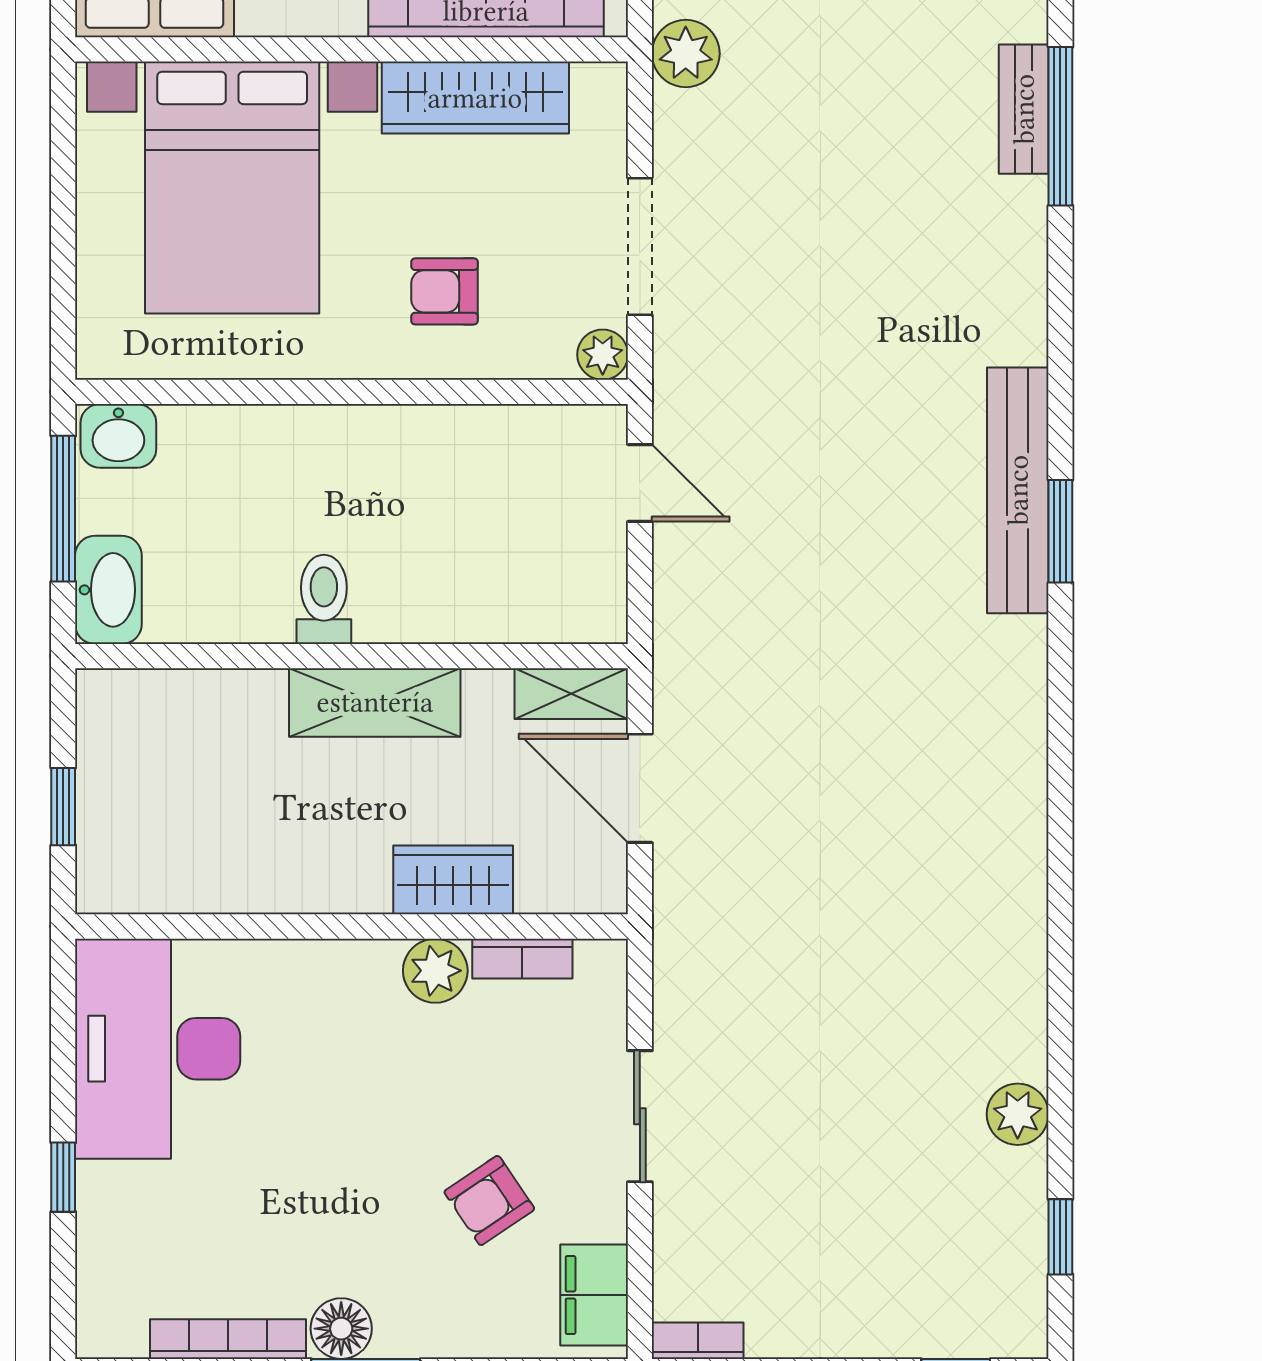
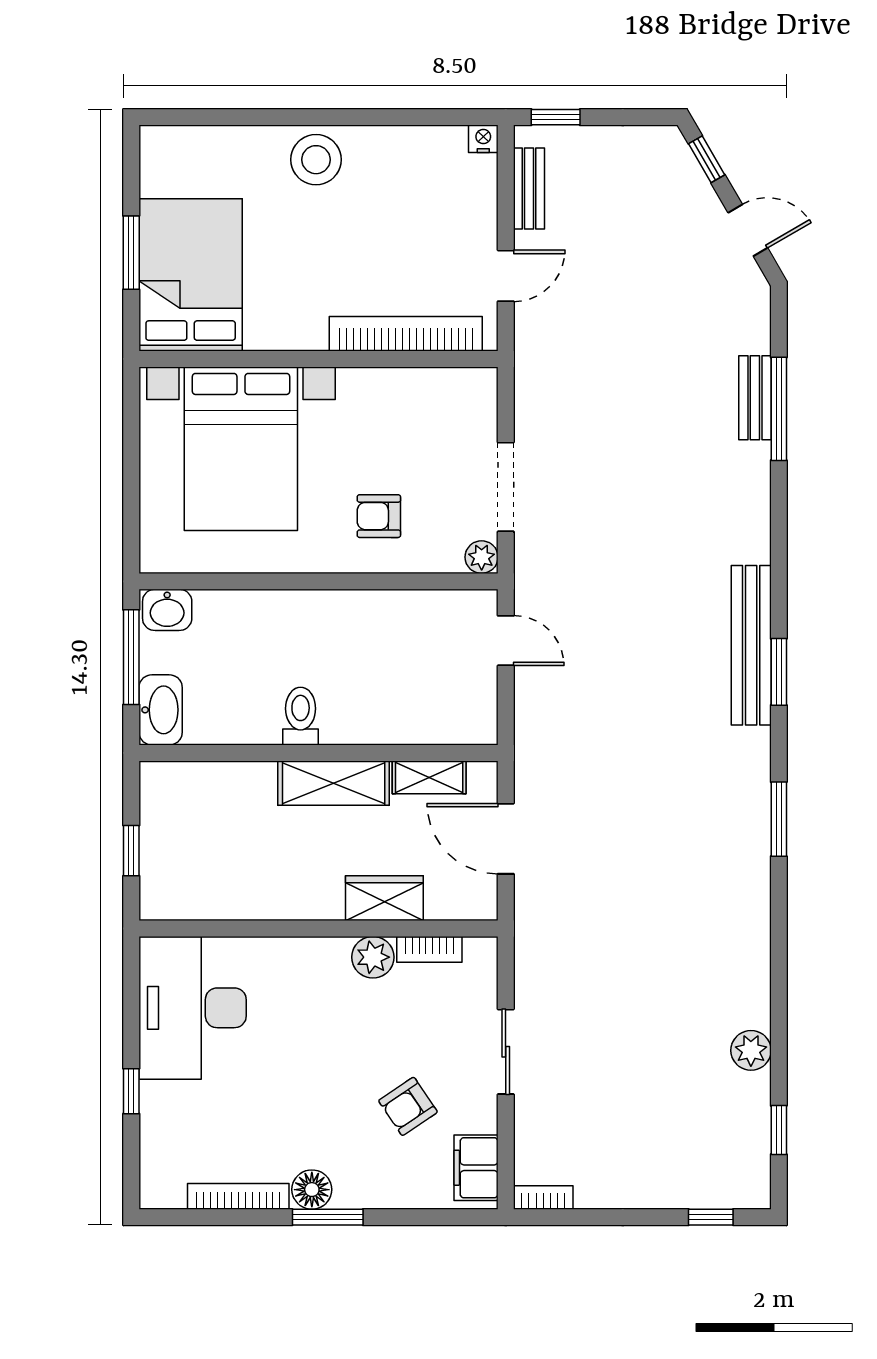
plant: (686, 54) -> (536, 362), removed
wardrobe: (475, 98) -> (399, 390), removed
shelving: (571, 694) -> (429, 777), moved
window: (1060, 758) -> (779, 819), added

